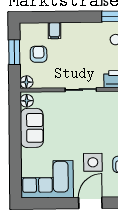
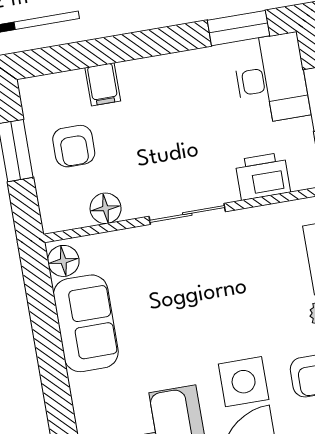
armchair: (39, 54) -> (74, 146), turned 180
floor lamp: (26, 82) -> (106, 208), moved

